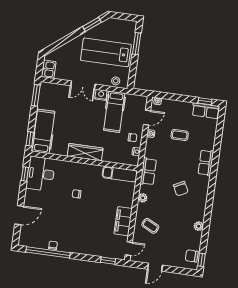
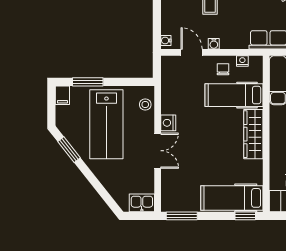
filing cabinet: (130, 25) -> (62, 95), added
hospital bed: (114, 112) -> (234, 95), moved, turned 180

